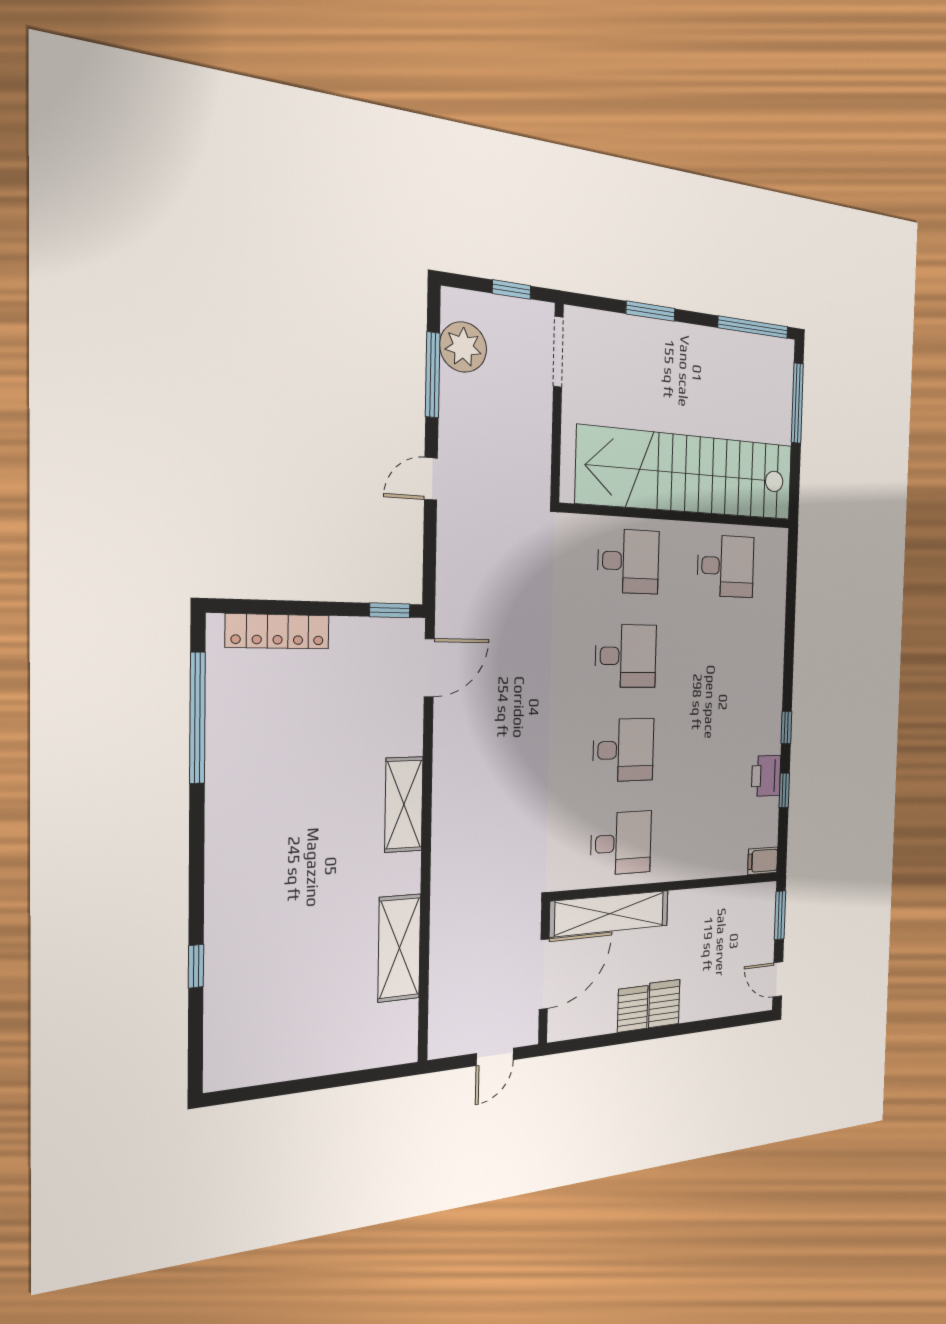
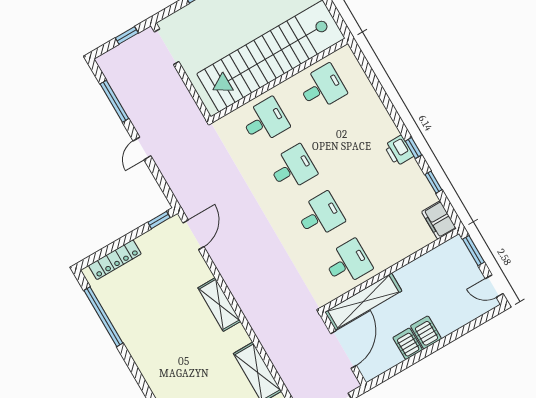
plant: (463, 347) -> (121, 79), removed
printer: (766, 776) -> (399, 151), moved
filing cabinet: (763, 861) -> (439, 220), width x2.00

